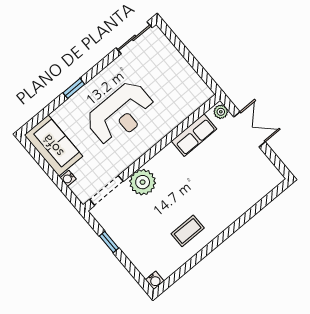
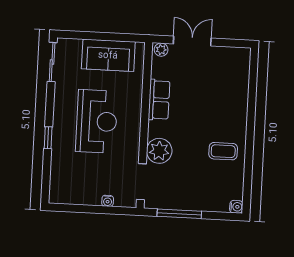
row of seats: (194, 135) -> (159, 100), moved
sofa: (53, 146) -> (108, 55), moved, turned 180
coffee table: (188, 231) -> (223, 151), turned 90
window: (109, 242) -> (179, 214), width x2.17

